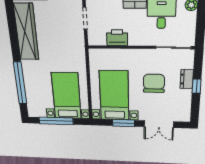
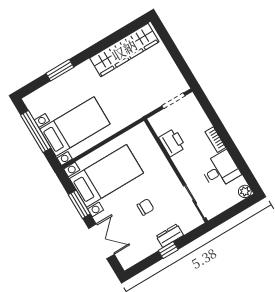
window: (20, 83) -> (60, 70), width x0.47
chair: (154, 83) -> (145, 207), width x0.54, depth x0.54
double door: (159, 124) -> (101, 241), swing flipped

